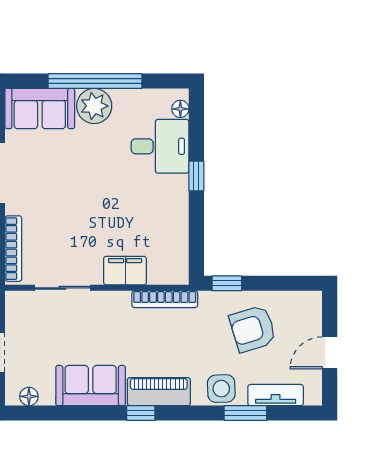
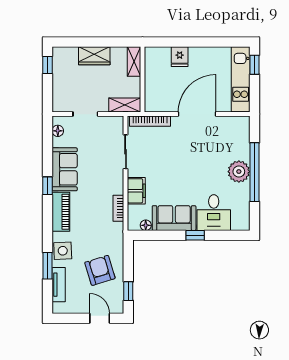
sofa: (40, 109) -> (174, 218), moved, turned 90
floor lamp: (180, 109) -> (146, 225), moved
window: (227, 283) -> (128, 291), moved
bookcase: (165, 299) -> (118, 208), width x0.64
door: (330, 353) -> (100, 318), moved
window: (141, 413) -> (47, 186), moved

